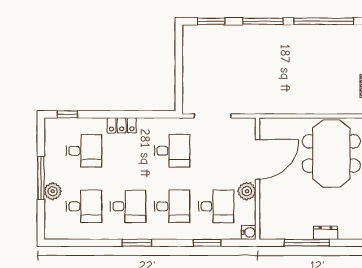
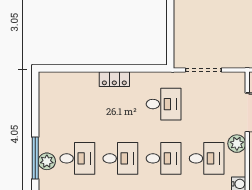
window: (67, 114) -> (61, 68), removed
desk: (84, 151) -> (77, 104), removed
window: (41, 178) -> (35, 158), moved
plant: (53, 191) -> (47, 161), moved

